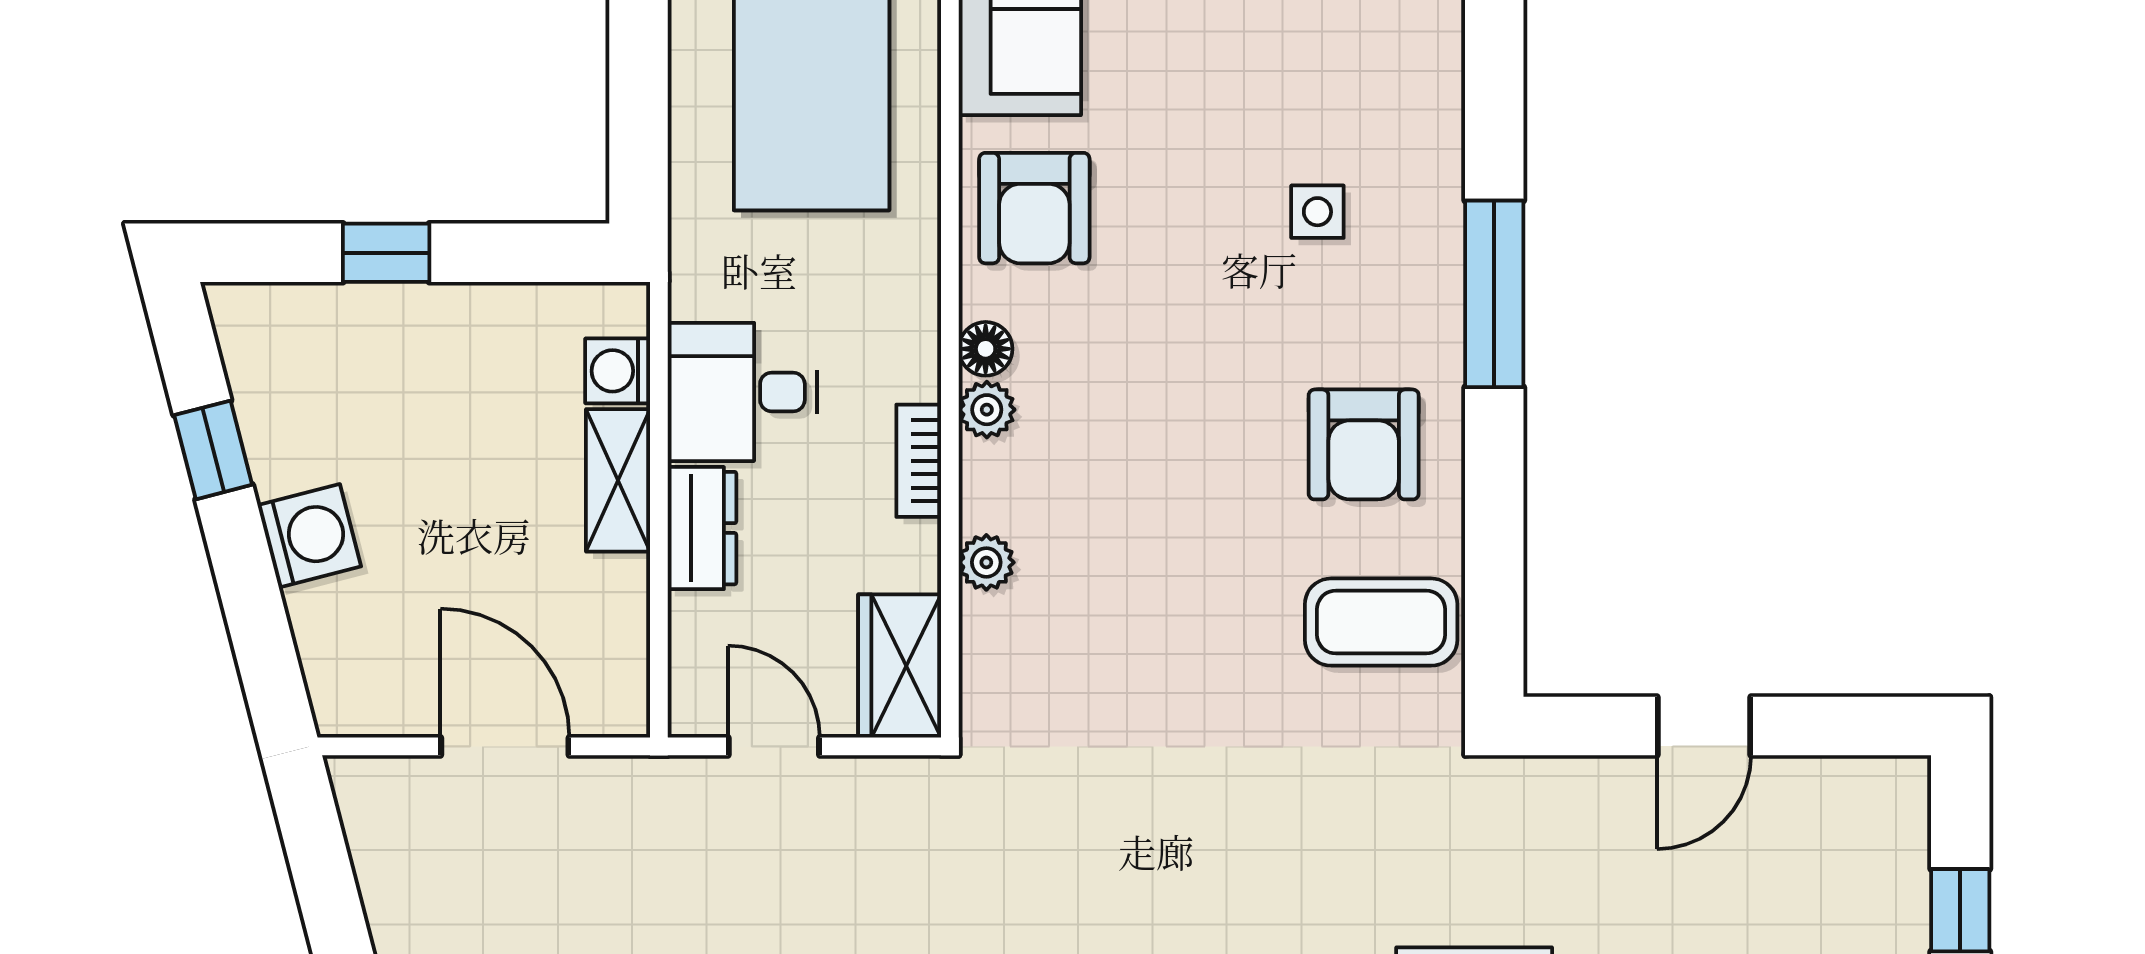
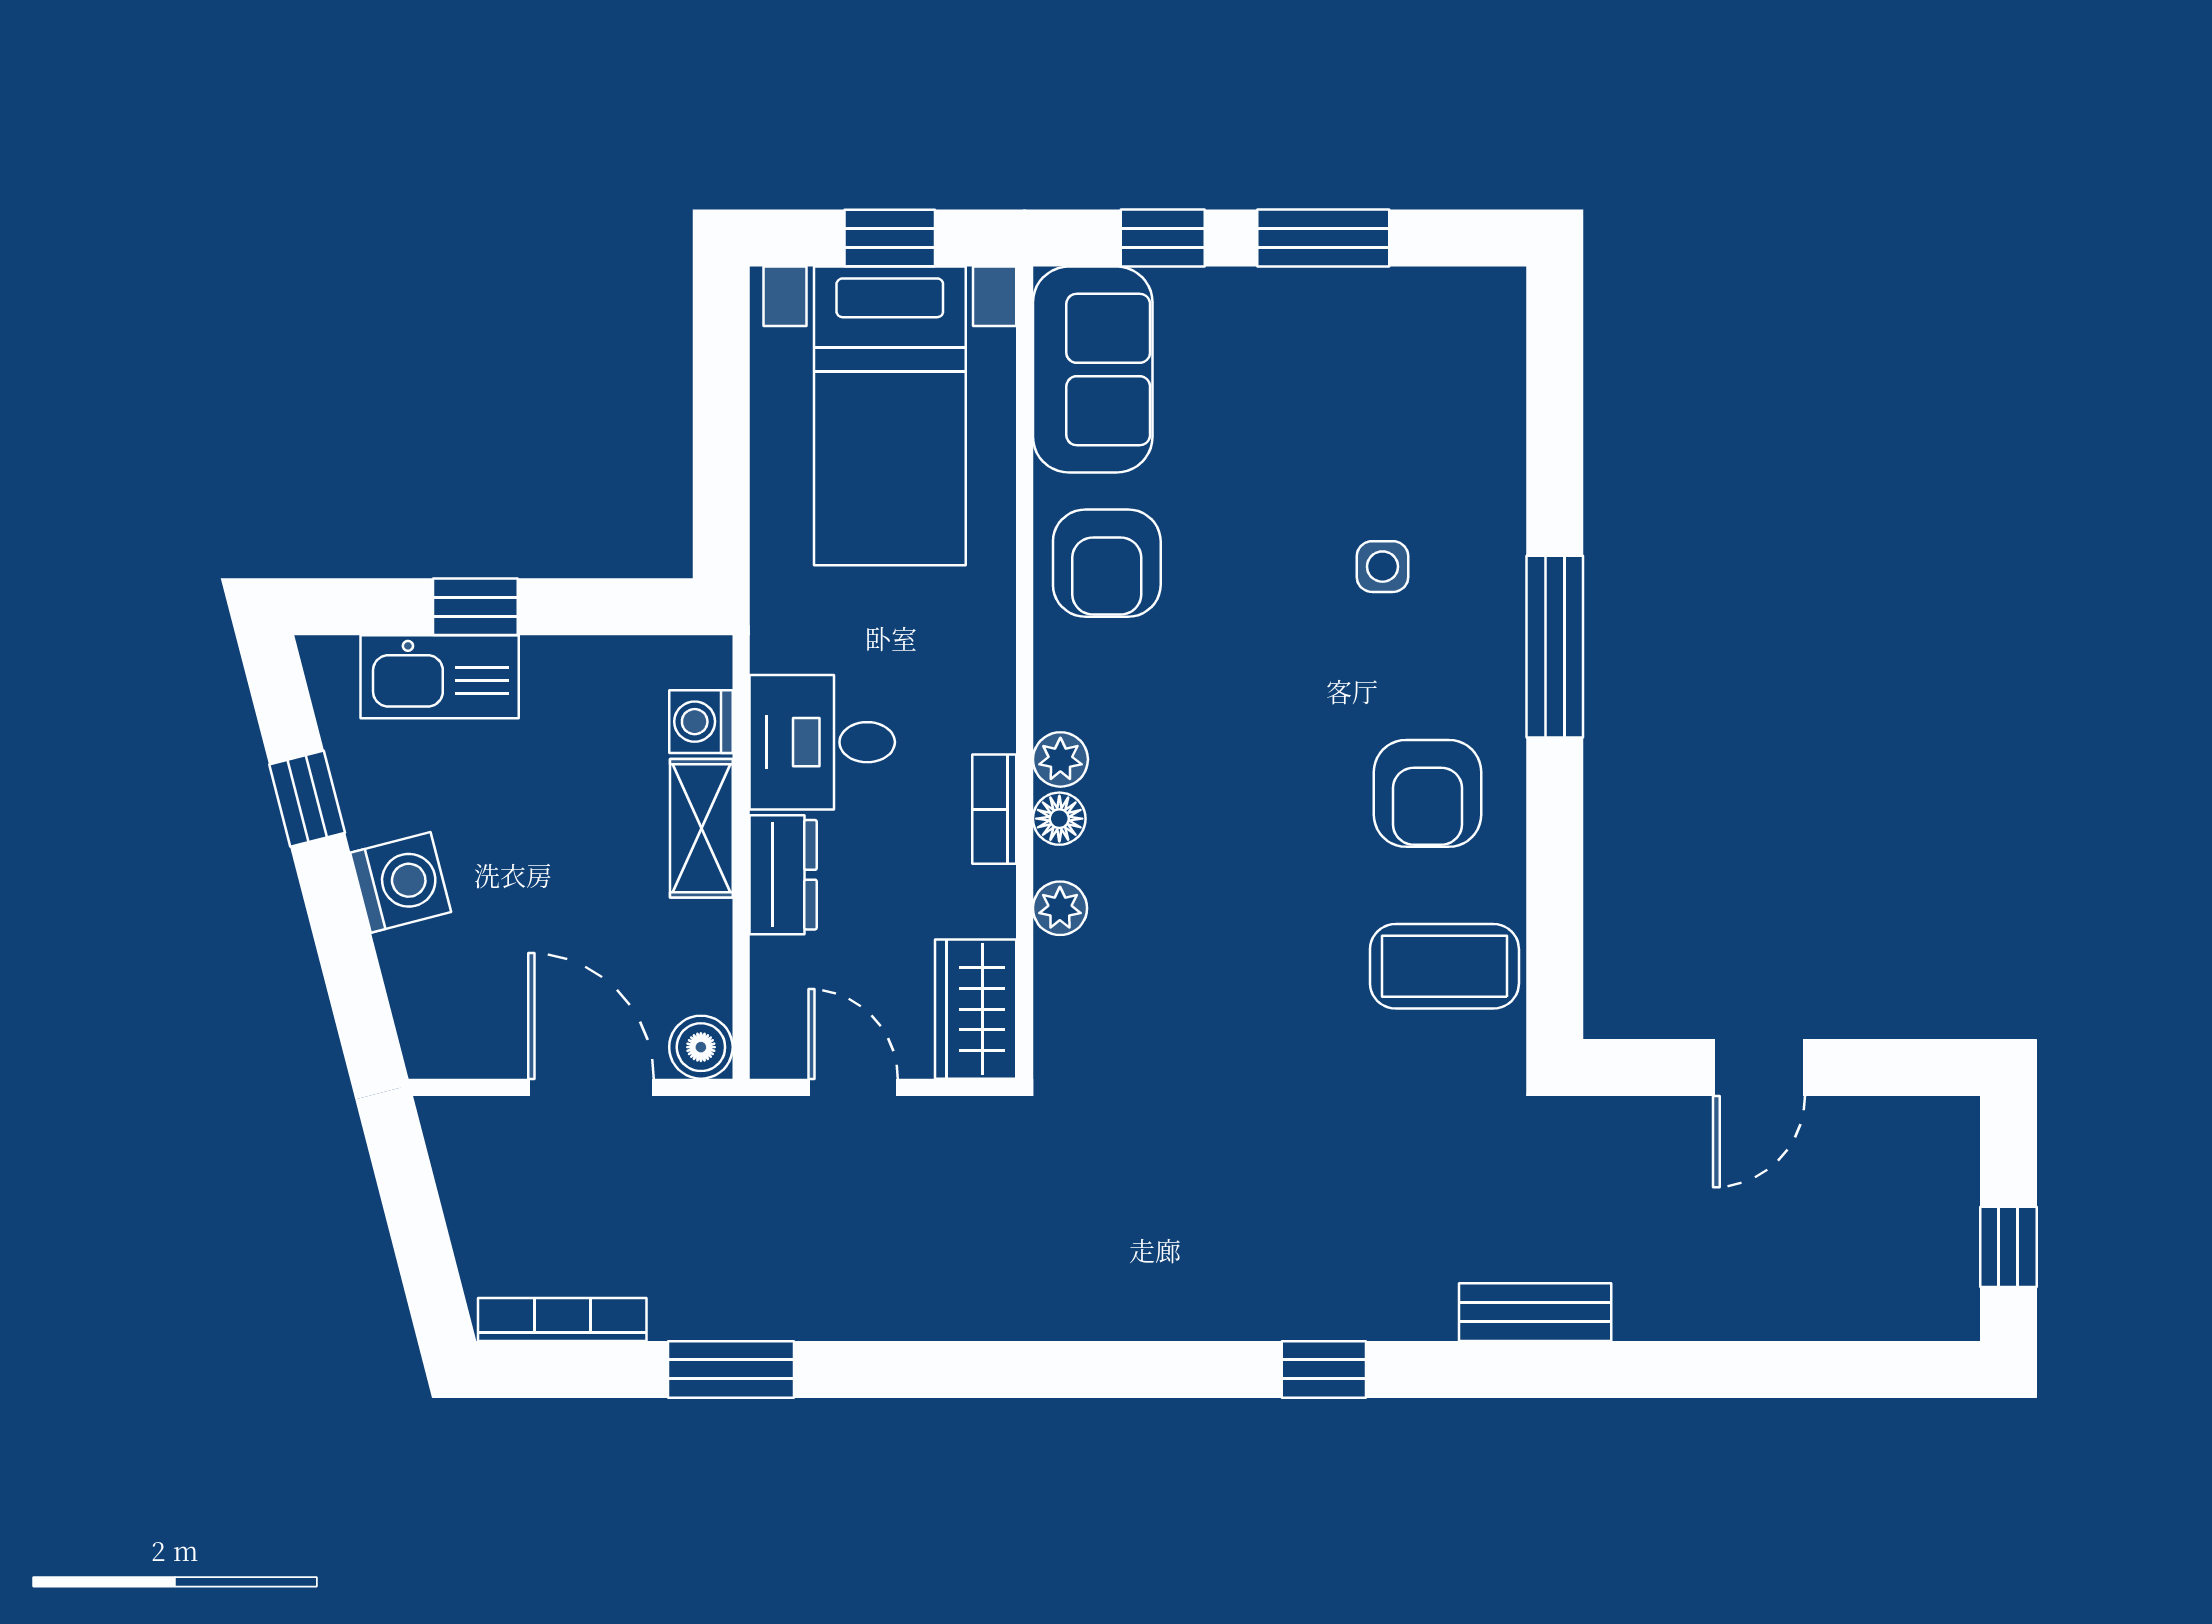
kitchen sink: (349, 325) -> (440, 677), added
floor lamp: (986, 349) -> (1059, 819), moved
boiler: (618, 705) -> (701, 1047), added

